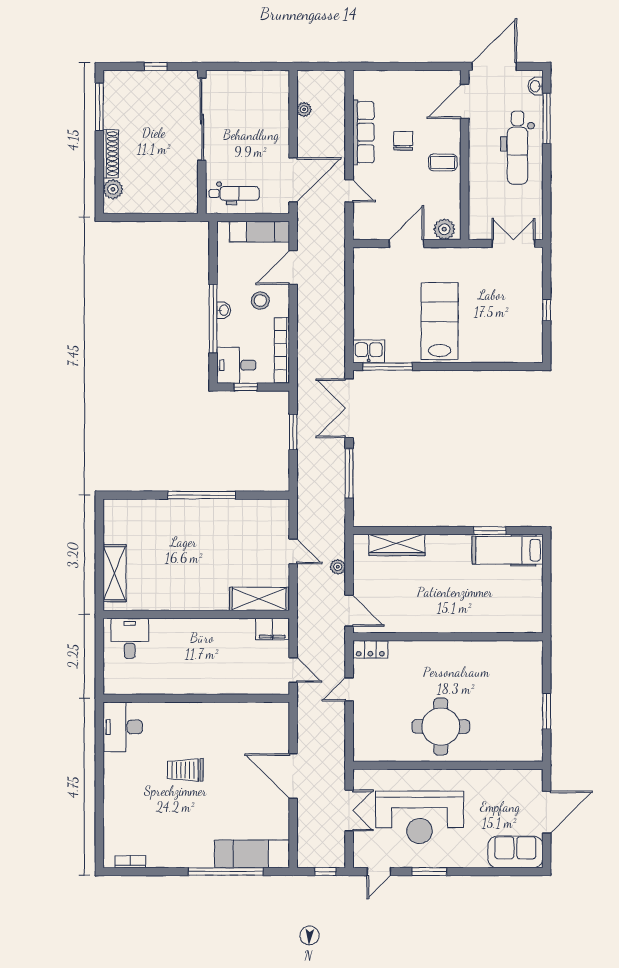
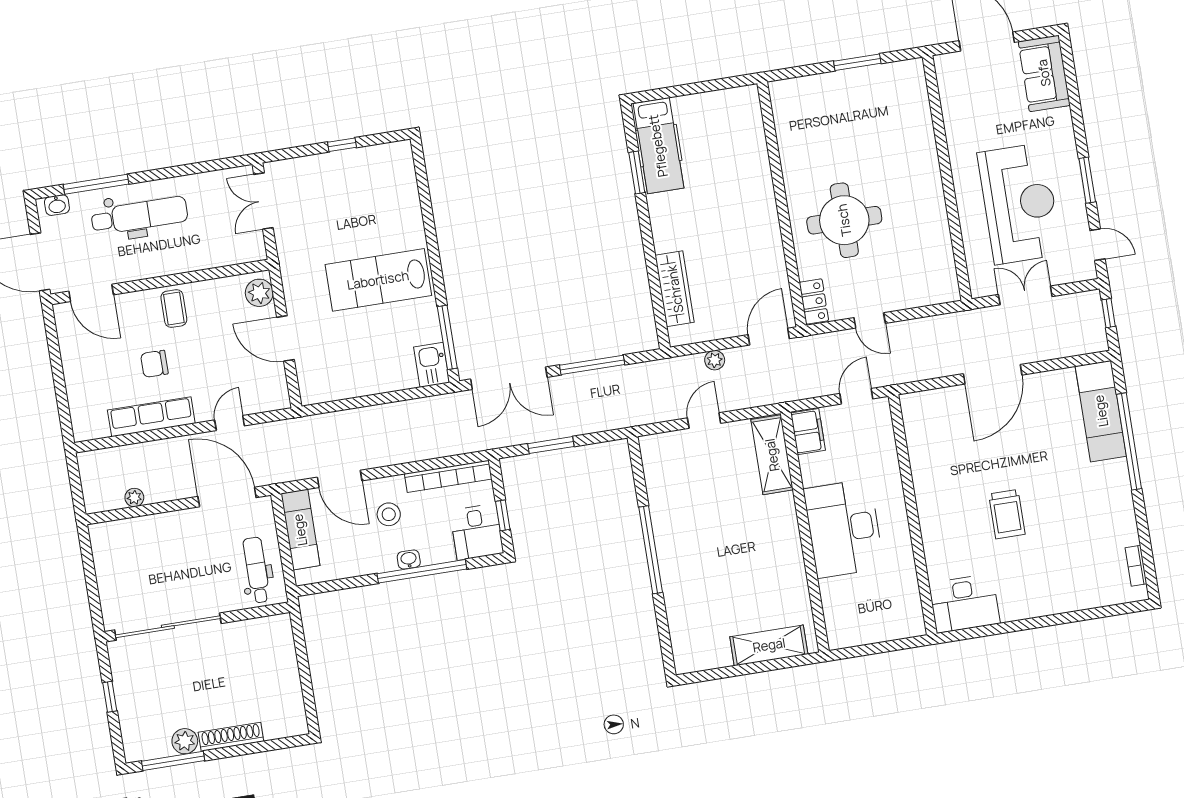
plant: (113, 189) -> (185, 741), moved
desk: (130, 638) -> (844, 528), moved, width x1.87, depth x1.30
round table: (441, 727) -> (844, 220), moved

